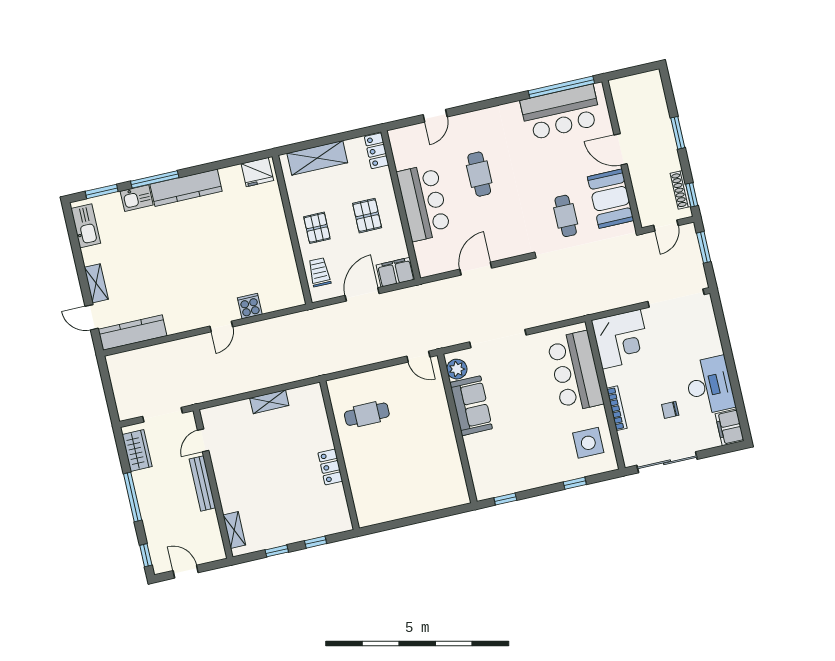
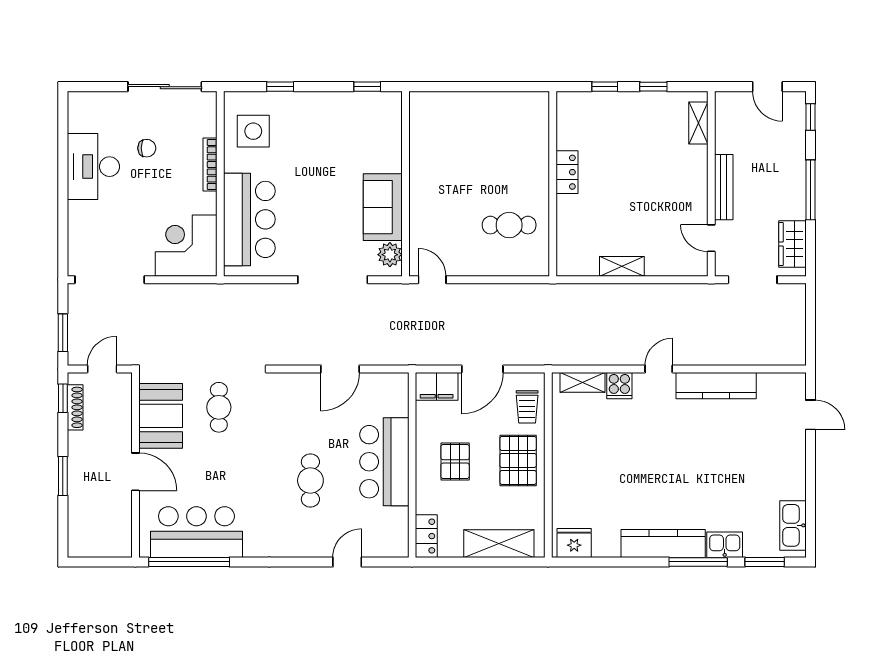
pallet: (317, 228) -> (518, 460), width x1.50, depth x1.42
shelving: (96, 283) -> (583, 382), moved, turned 90
kitchen counter: (133, 333) -> (716, 386), moved
filing cabinet: (730, 427) -> (81, 111), removed
door: (203, 440) -> (711, 238), swing flipped

